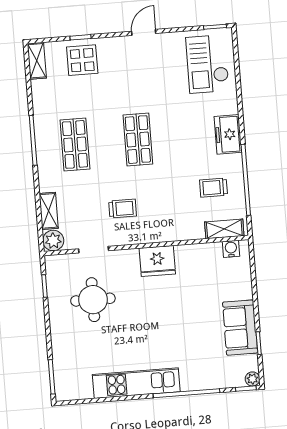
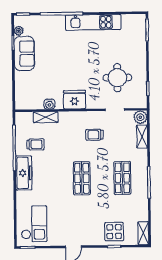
freezer: (228, 134) -> (24, 173), width x1.40
shelving: (224, 229) -> (46, 117), moved
water cooler: (231, 249) -> (49, 104), moved
plant: (252, 379) -> (19, 31), moved

